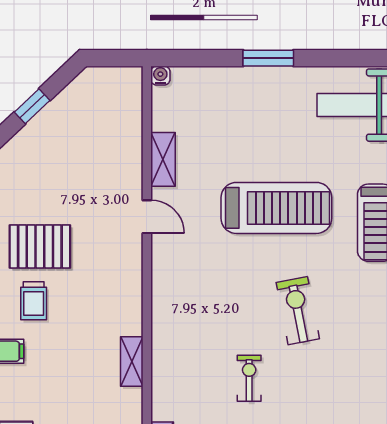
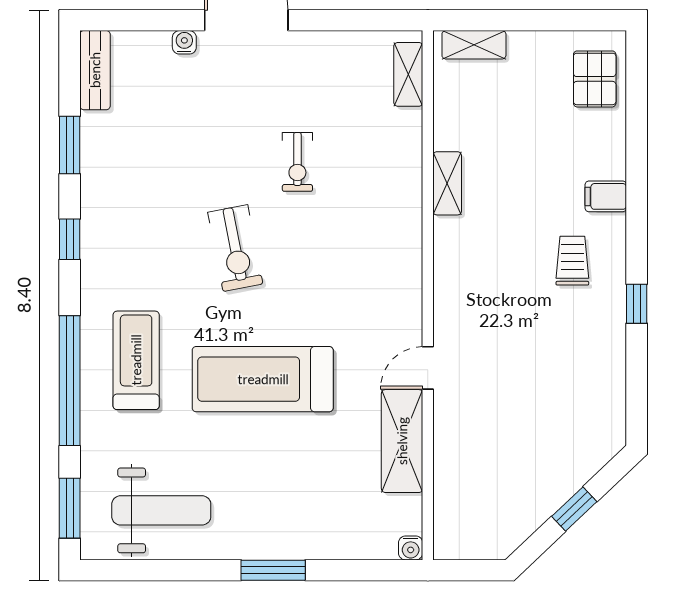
shelving: (163, 159) -> (402, 441), width x1.50, depth x1.33
door: (147, 217) -> (428, 368), hinge flipped
pallet: (40, 246) -> (564, 330), removed

